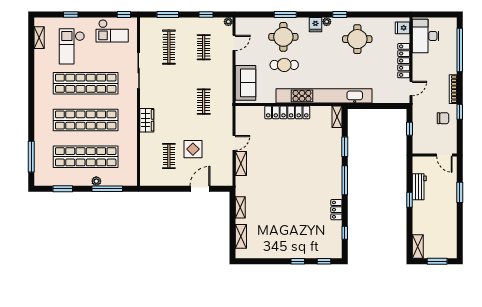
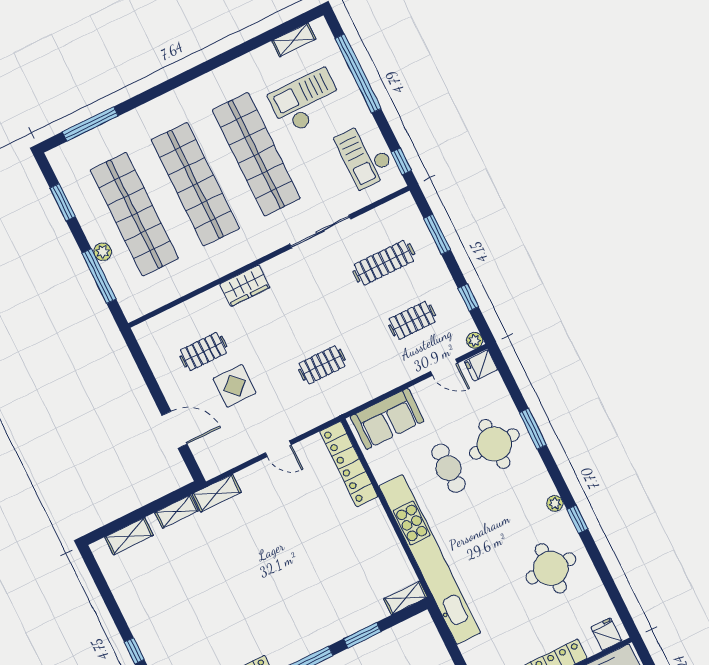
window: (71, 14) -> (358, 74), width x3.17
fridge: (315, 25) -> (481, 366), moved
locker: (287, 112) -> (349, 464), moved
shelving: (241, 163) -> (217, 493), moved

